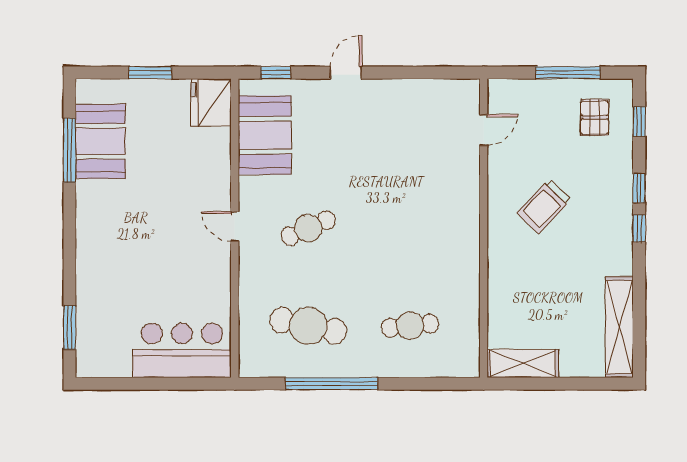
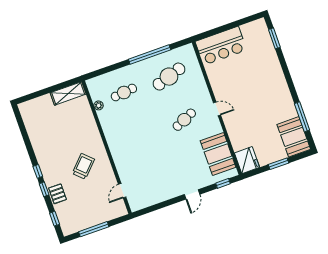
pallet: (595, 117) -> (58, 194), moved
booth: (100, 141) -> (294, 137), moved
plant: (470, 318) -> (99, 105), added
cafe table: (308, 326) -> (169, 77), turned -30
shelving: (619, 327) -> (31, 125), removed

